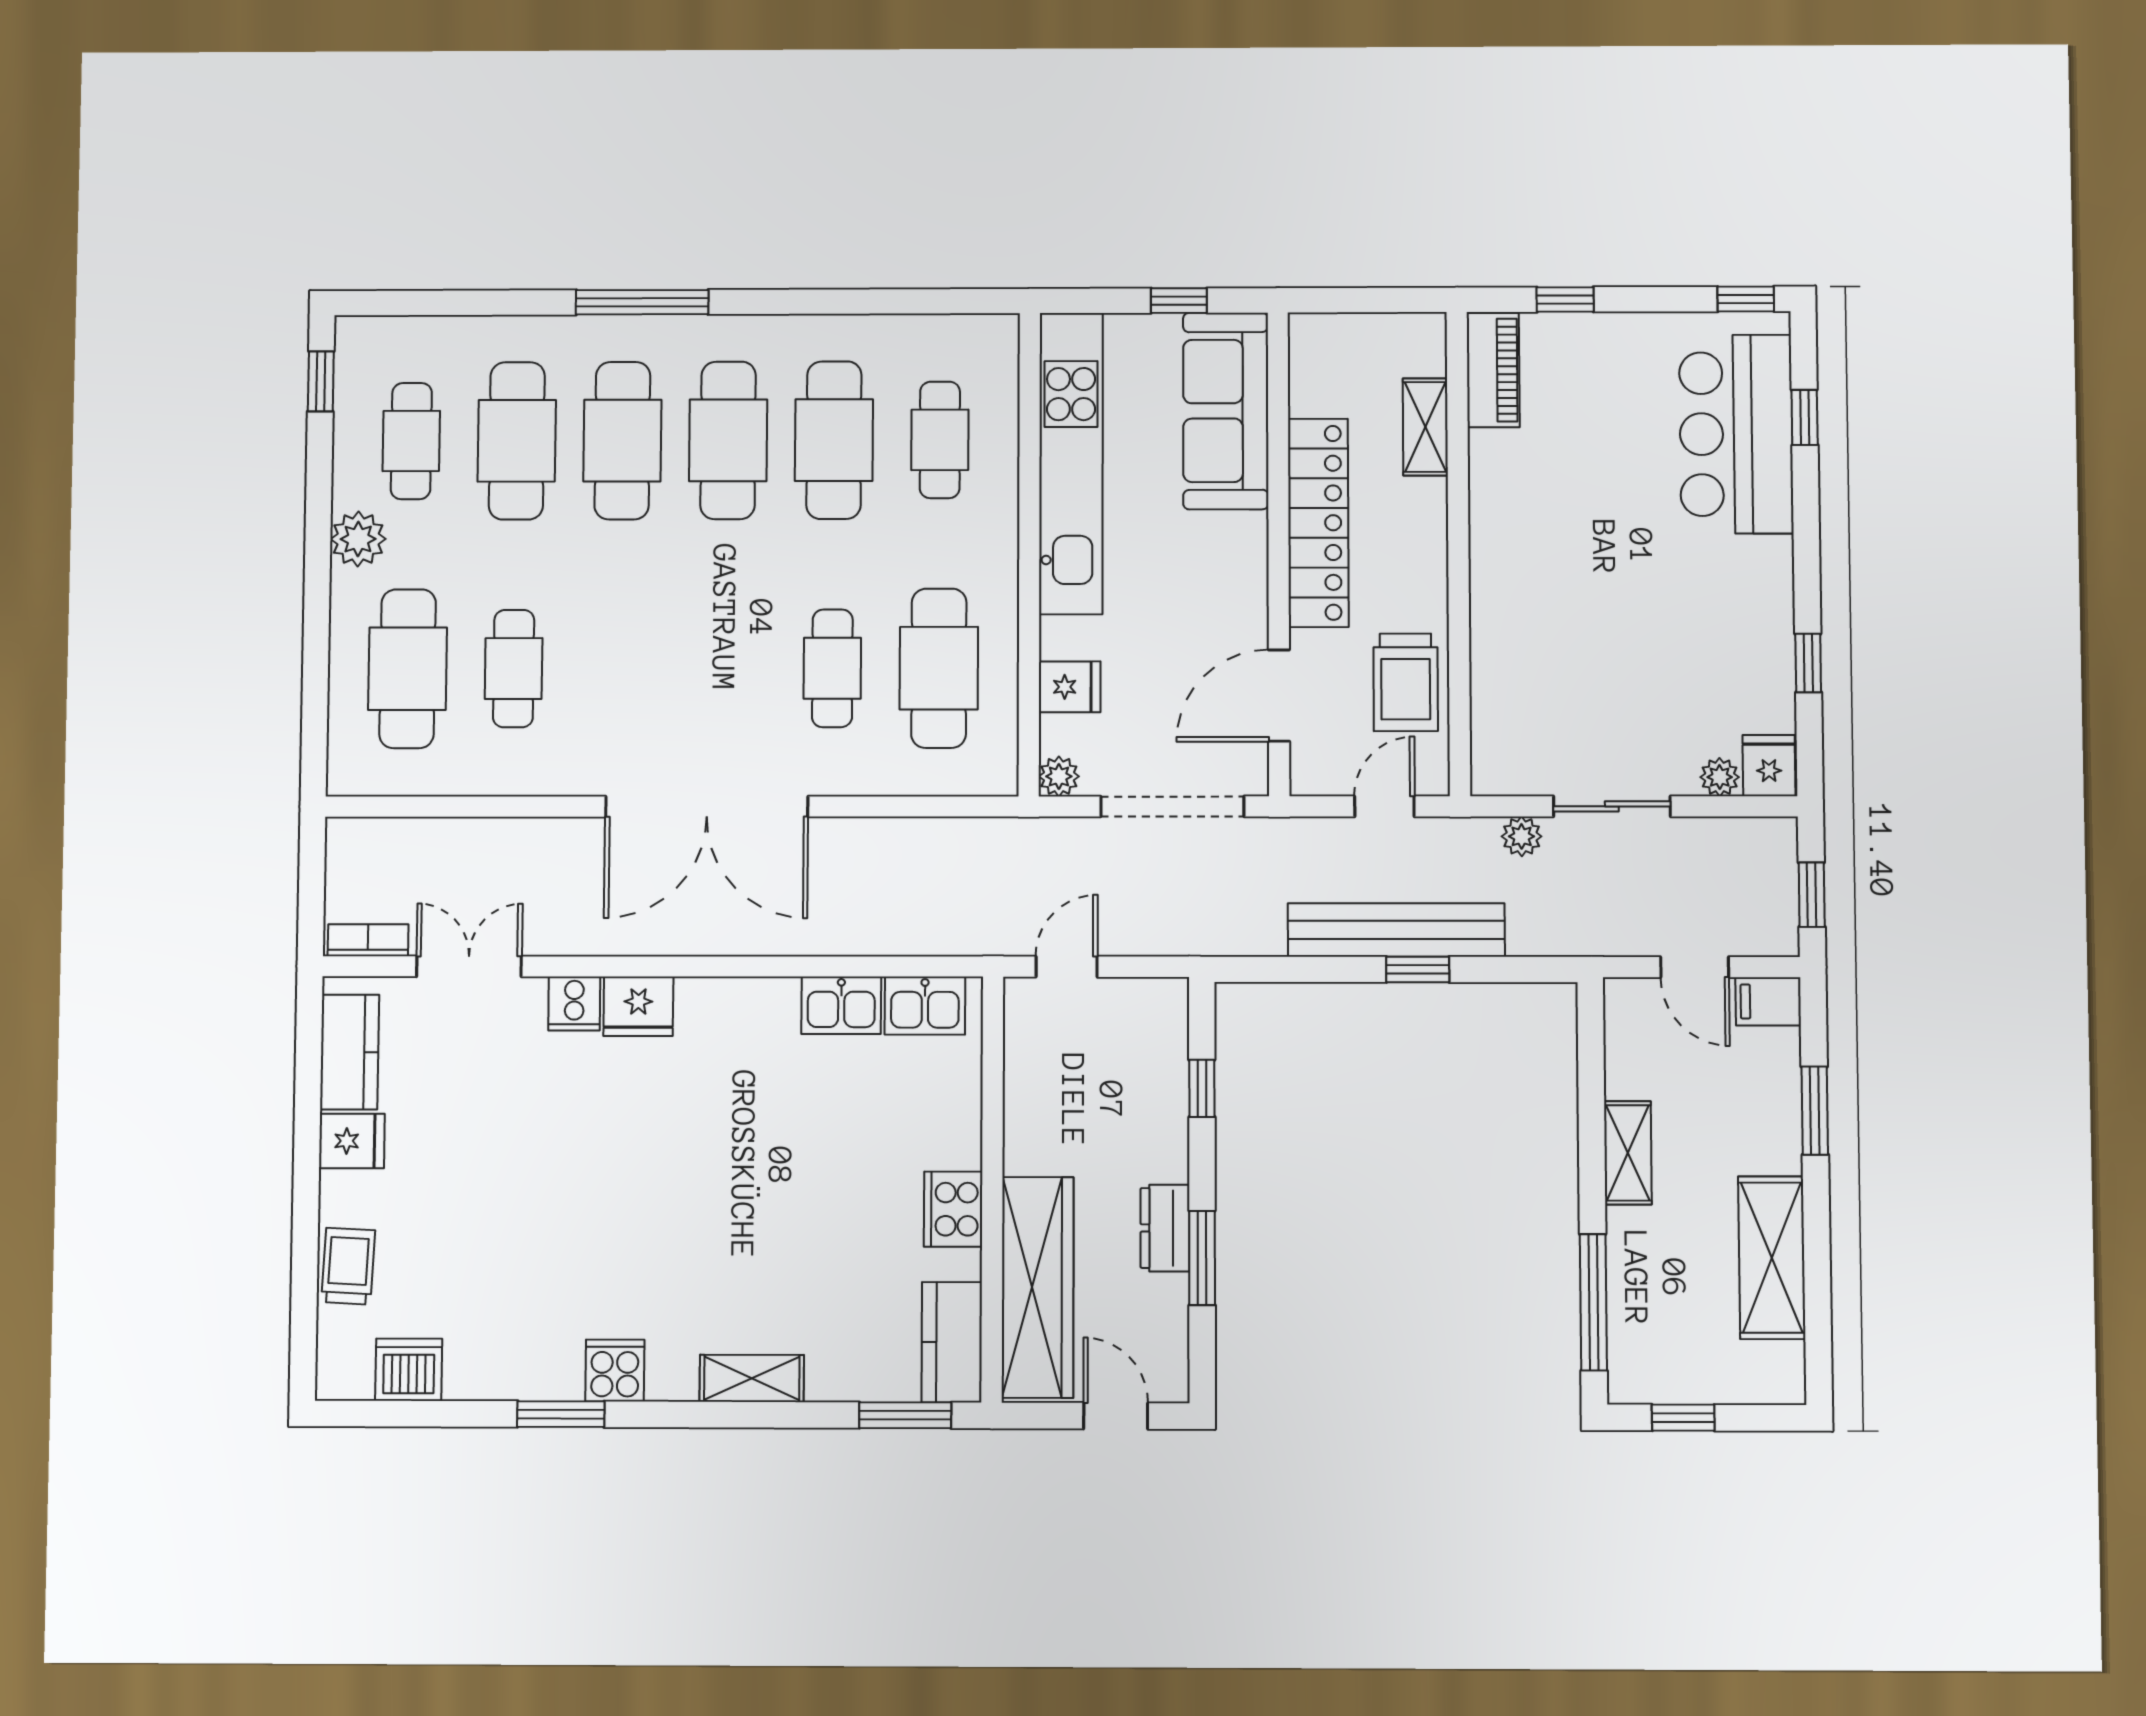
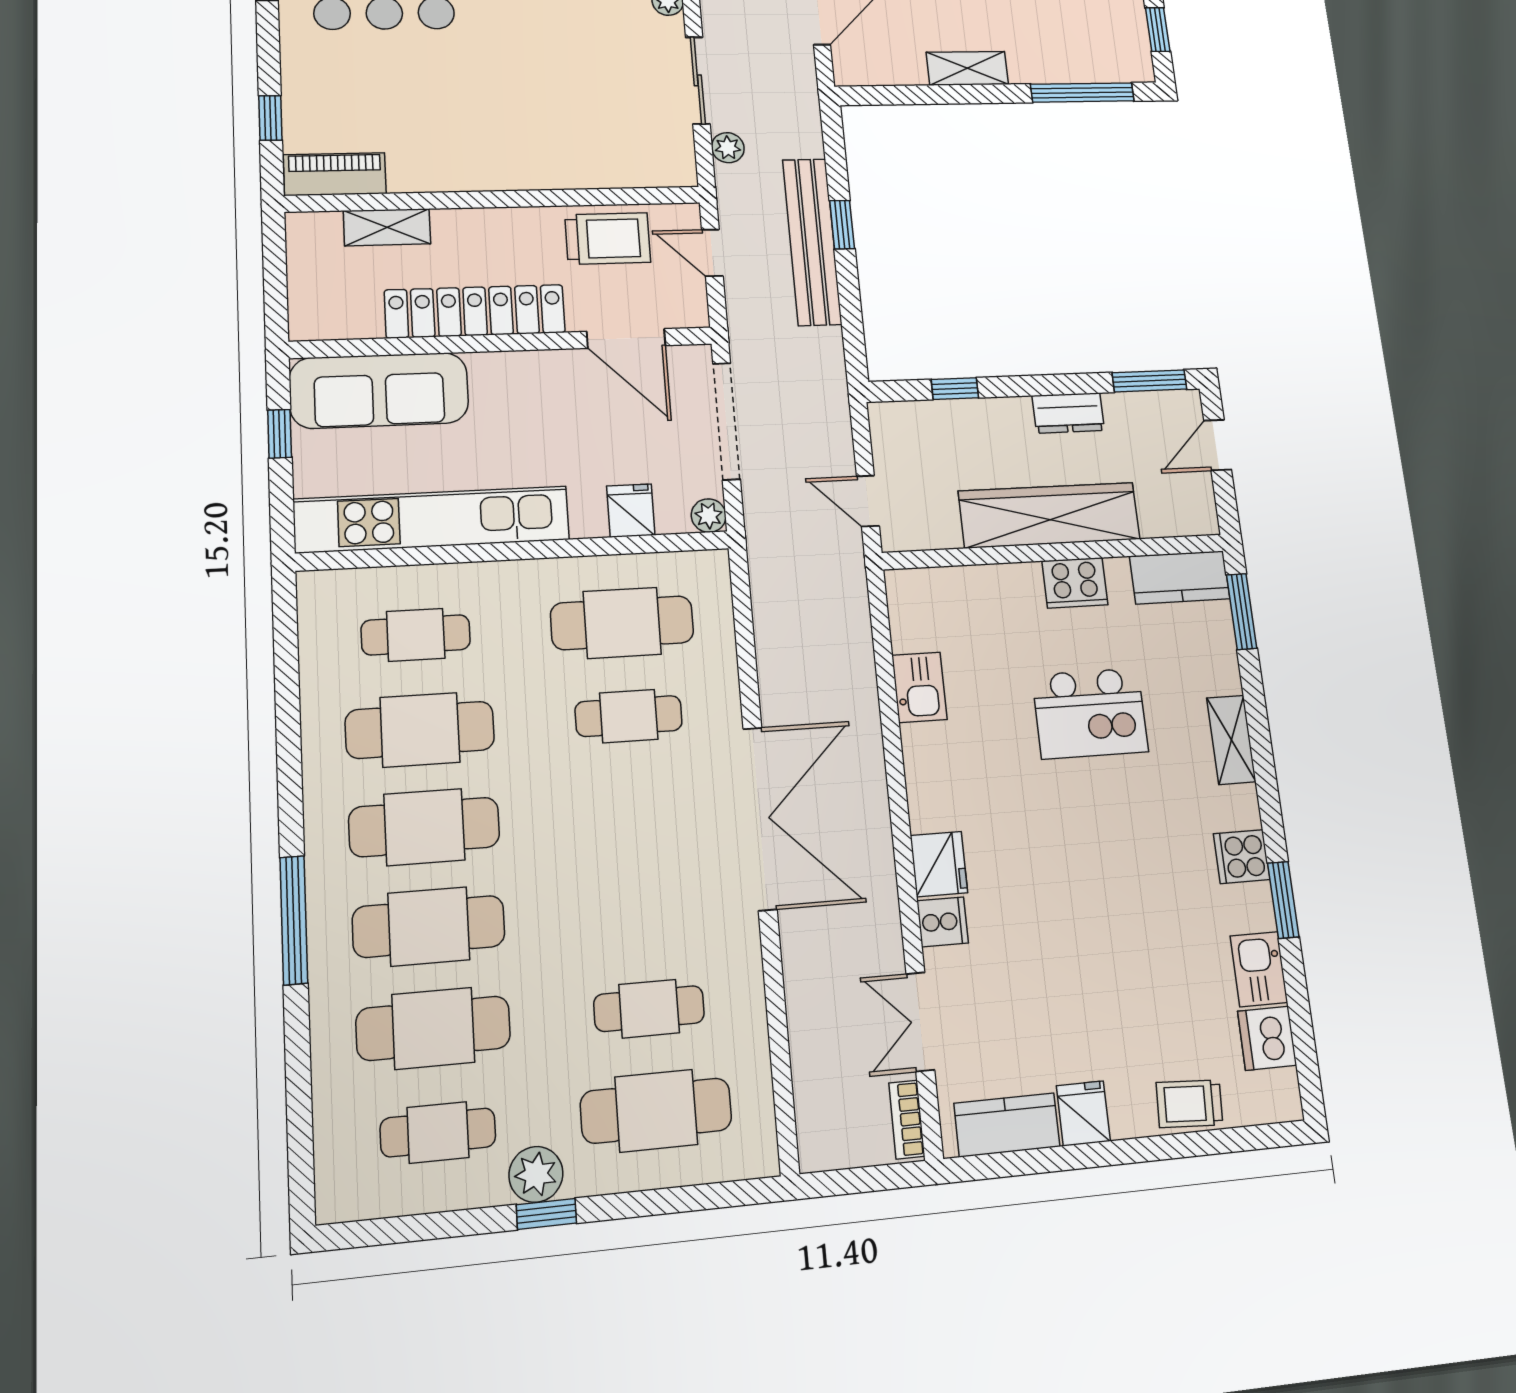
window: (321, 381) -> (546, 1214), moved
kitchen sink: (925, 1006) -> (1259, 969), moved, turned 180
kitchen island: (796, 1207) -> (1090, 713), added
window: (1202, 1258) -> (1149, 381), moved
wardrobe: (1038, 1287) -> (1049, 515), moved

